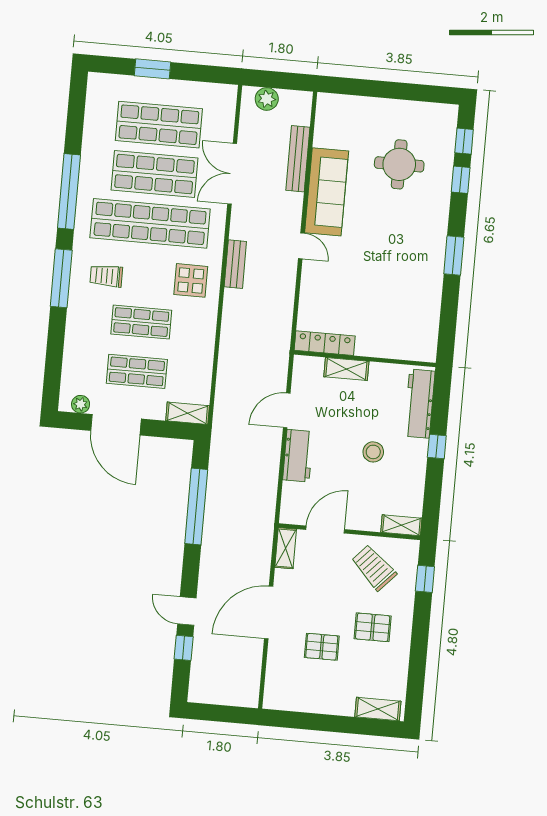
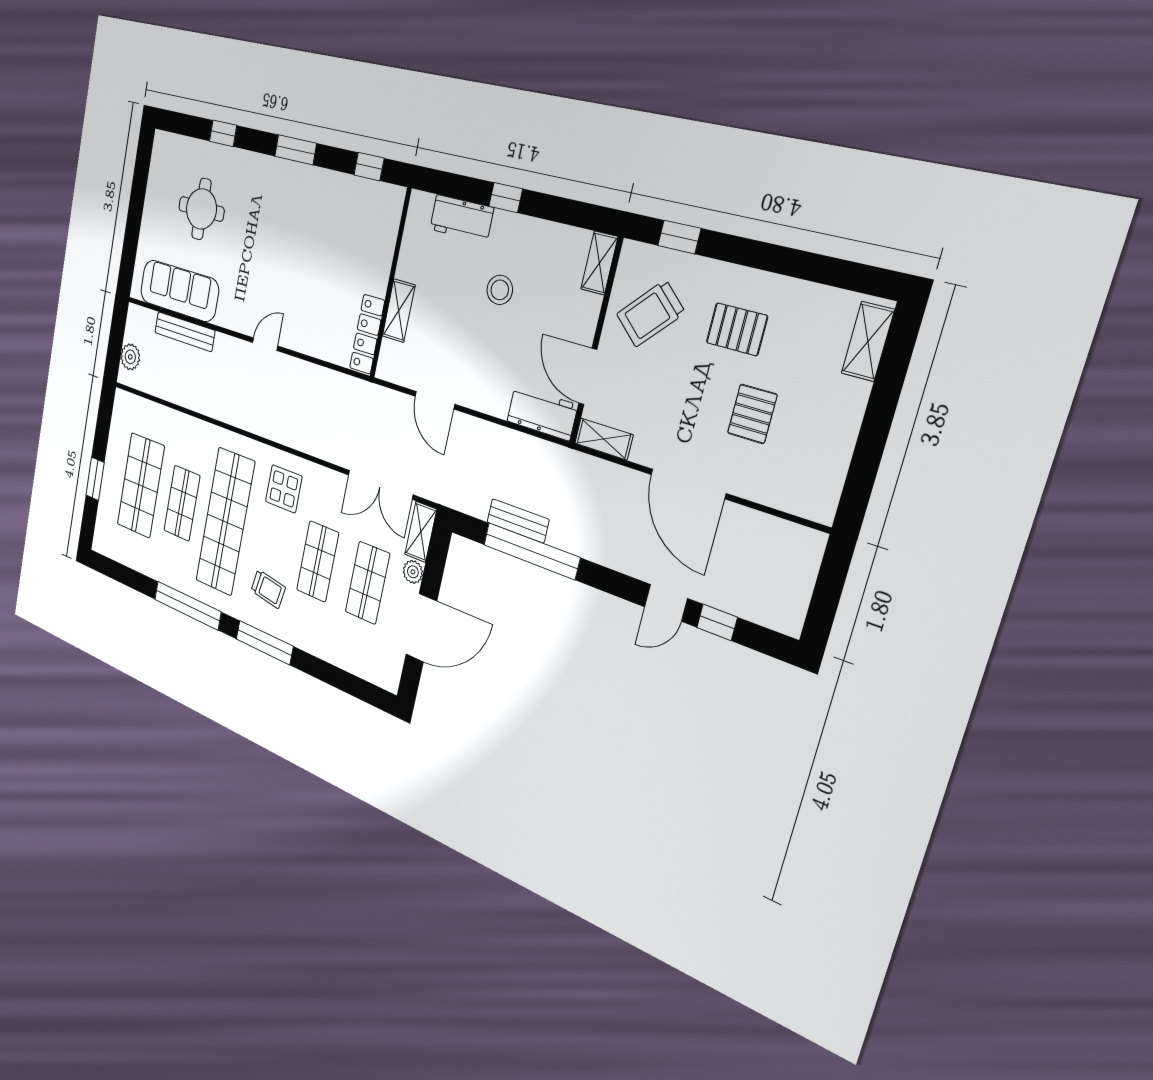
window: (464, 141) -> (369, 167), moved
shop shelf: (154, 174) -> (182, 503), width x0.70, depth x0.74
double door: (232, 174) -> (380, 485), moved
sofa: (327, 192) -> (179, 291), moved
bench: (235, 264) -> (518, 521), moved
trolley: (106, 276) -> (268, 589), turned -81
plant: (81, 404) -> (413, 572), moved
workbench: (419, 404) -> (461, 219), width x0.73
workbench: (298, 456) -> (542, 413), moved
pallet: (373, 627) -> (737, 329), turned 90

